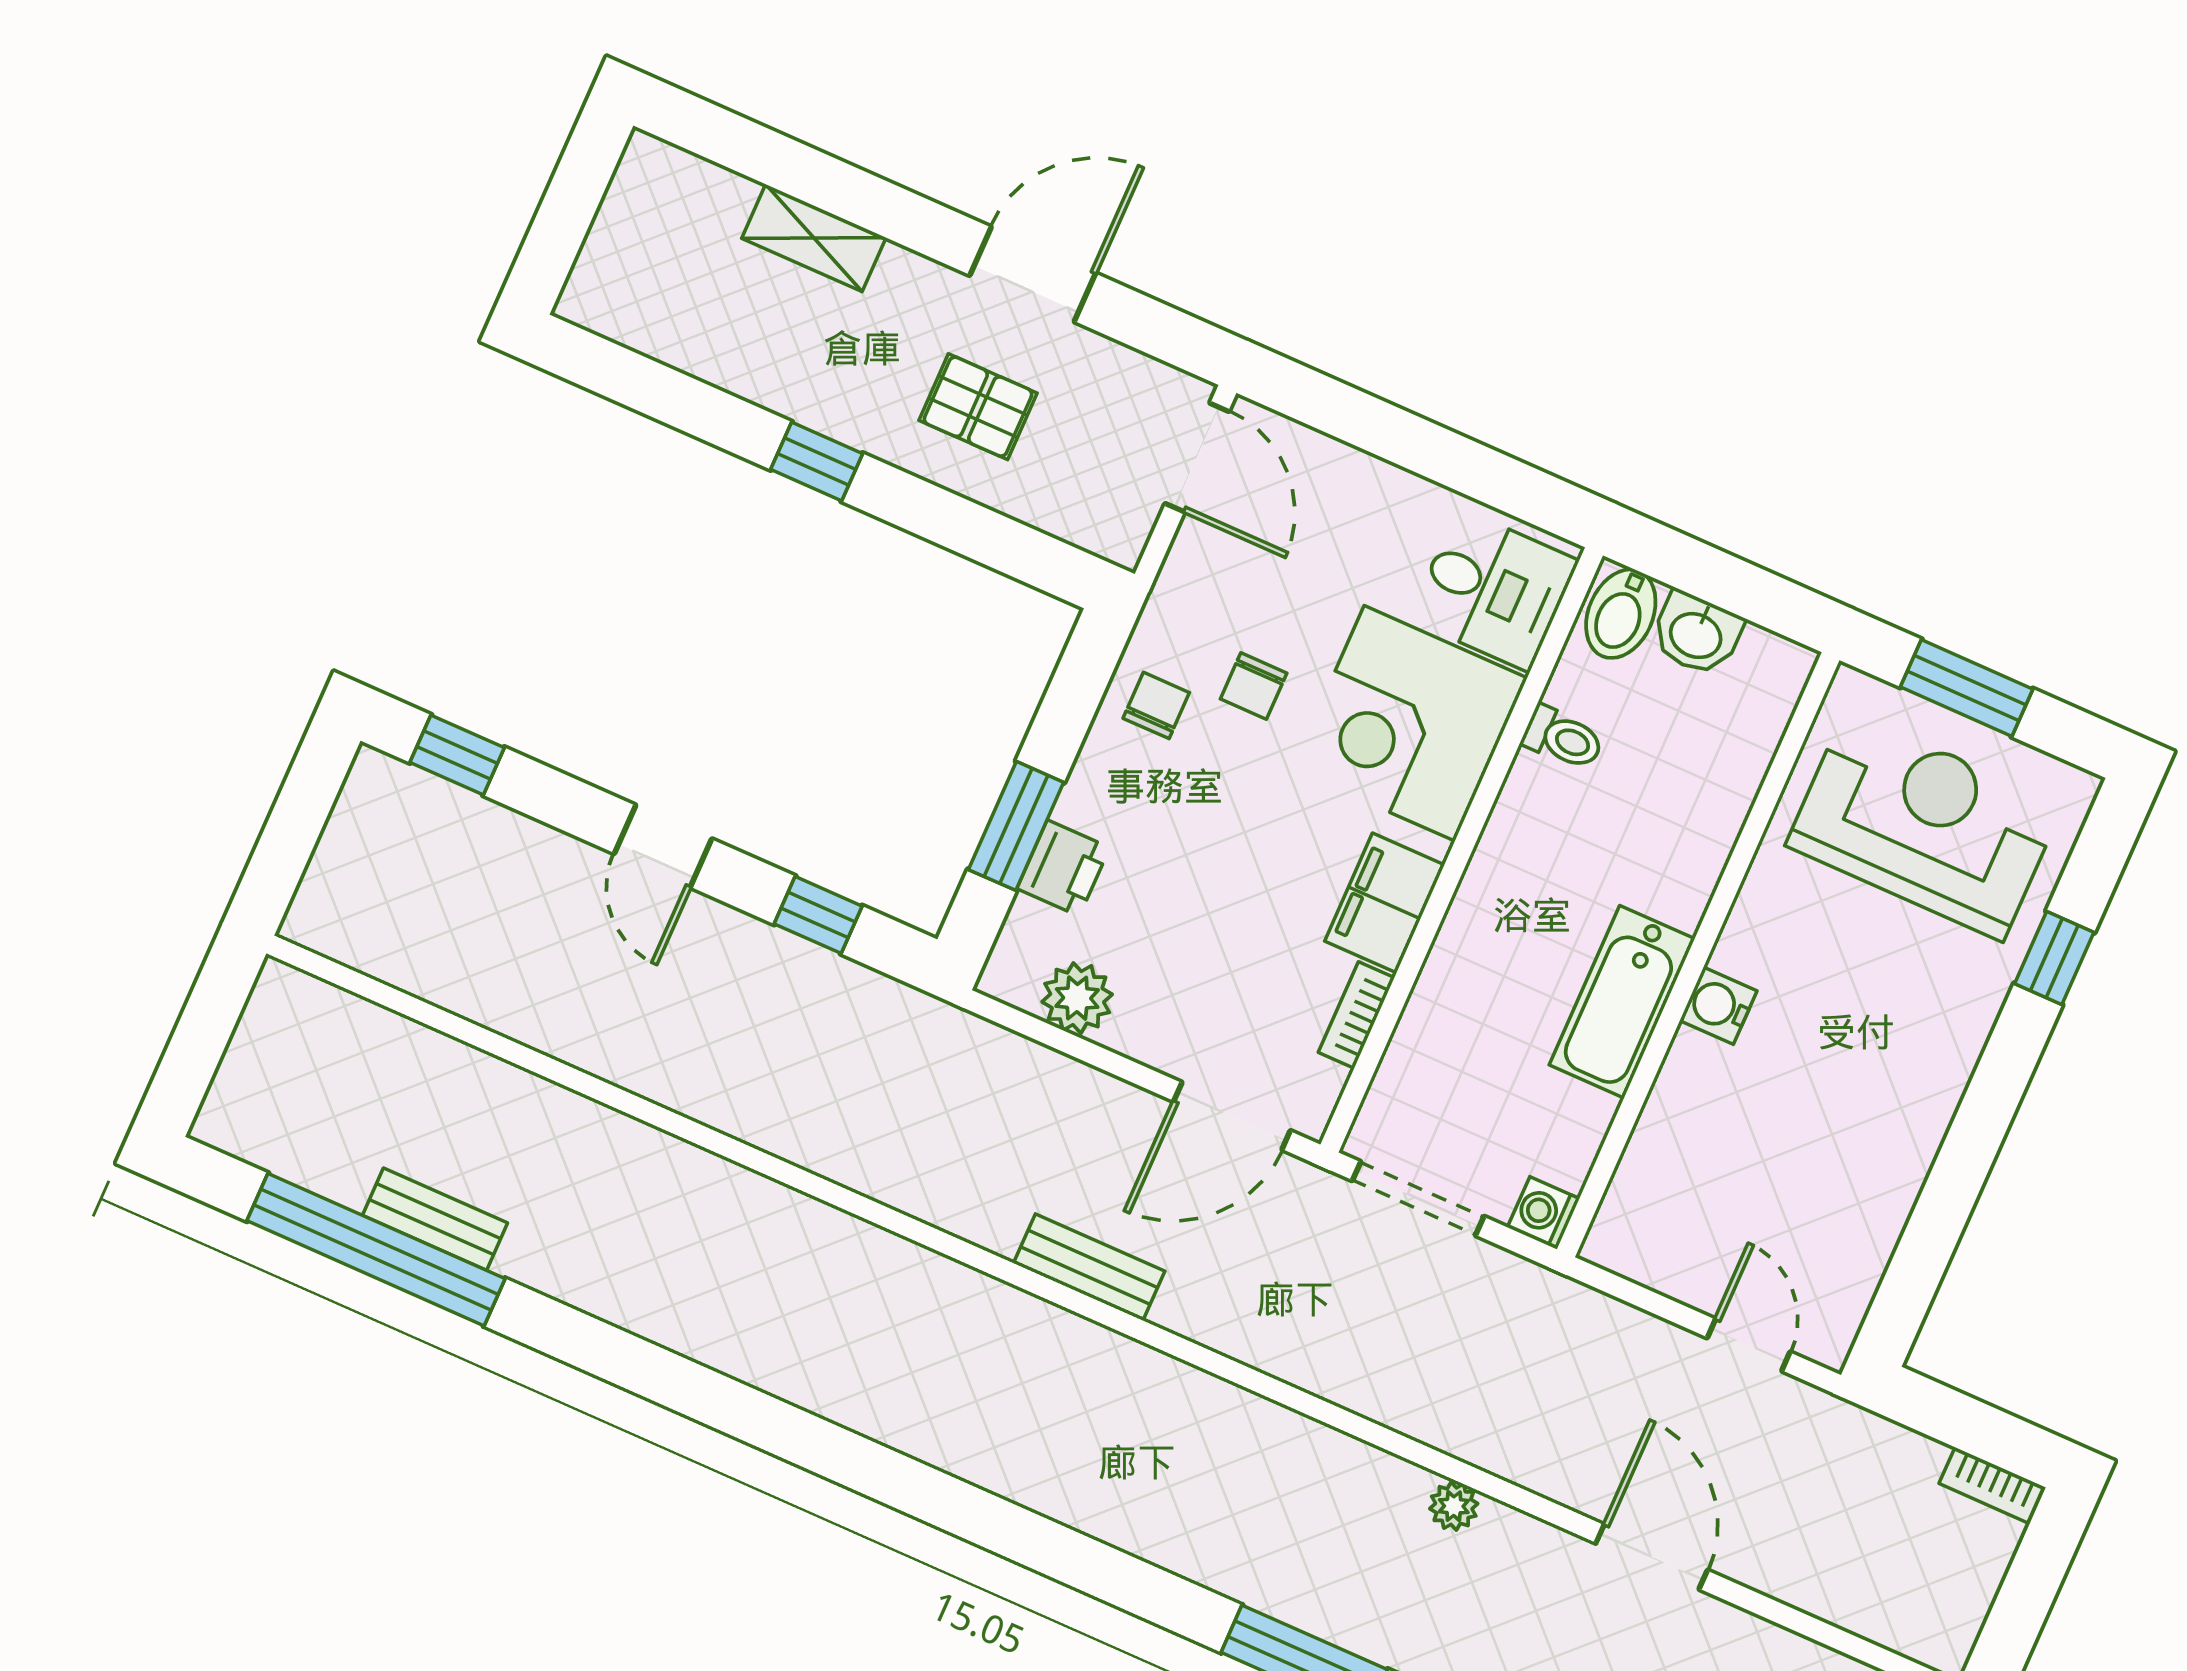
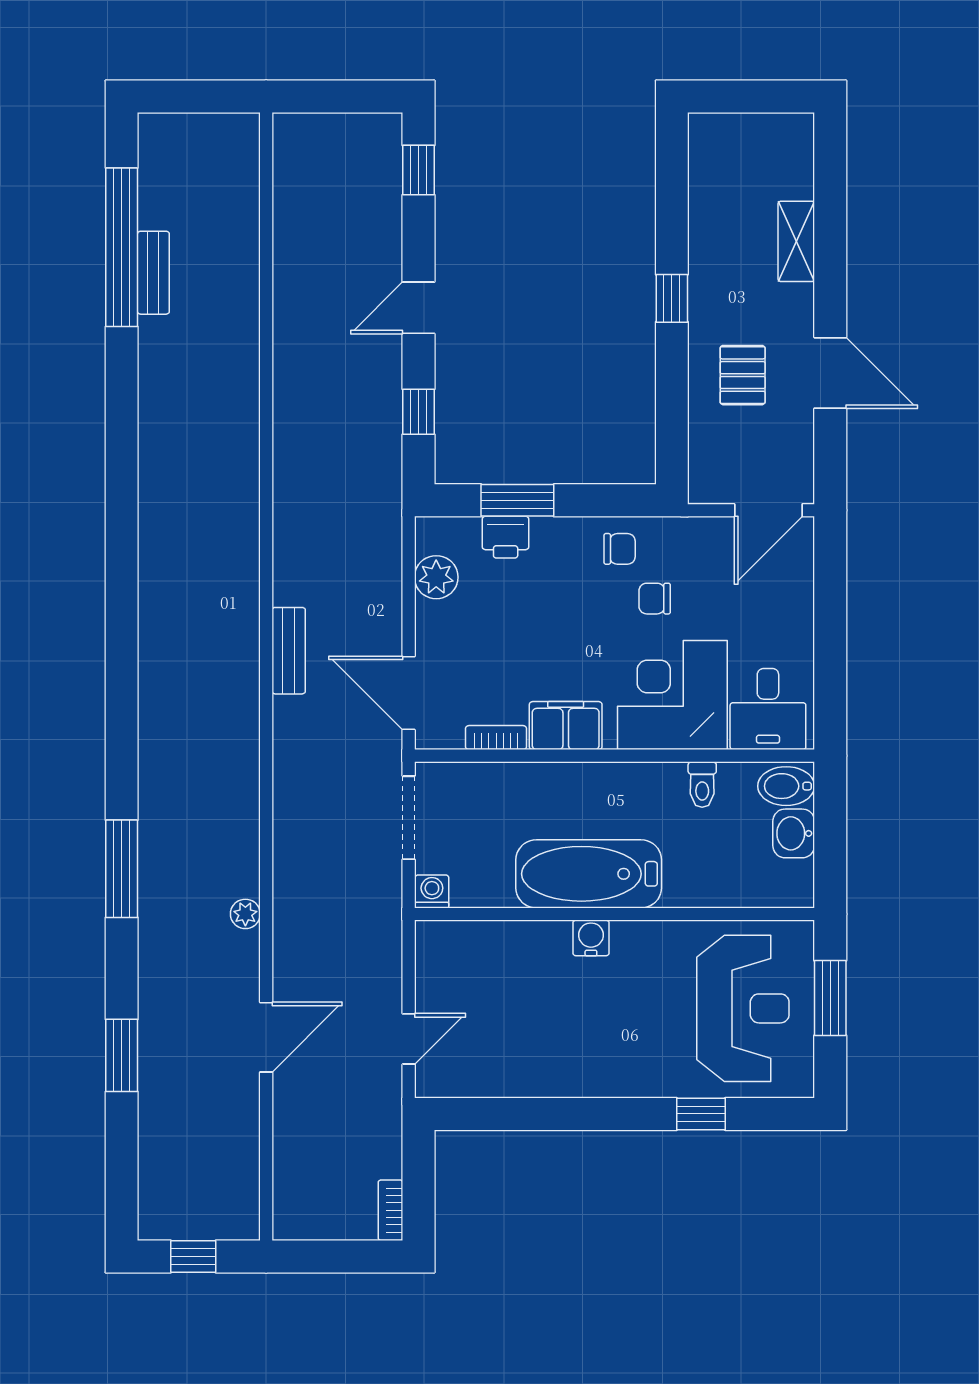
bathtub: (1622, 1002) -> (589, 874), width x1.36, depth x1.36

